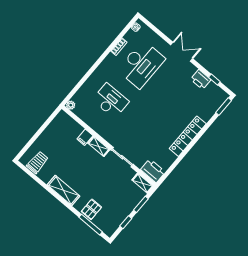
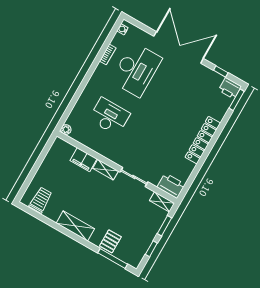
double door: (182, 52) -> (179, 47), width x1.87
printer: (201, 79) -> (230, 88), moved
filing cabinet: (85, 137) -> (83, 160), width x2.00

